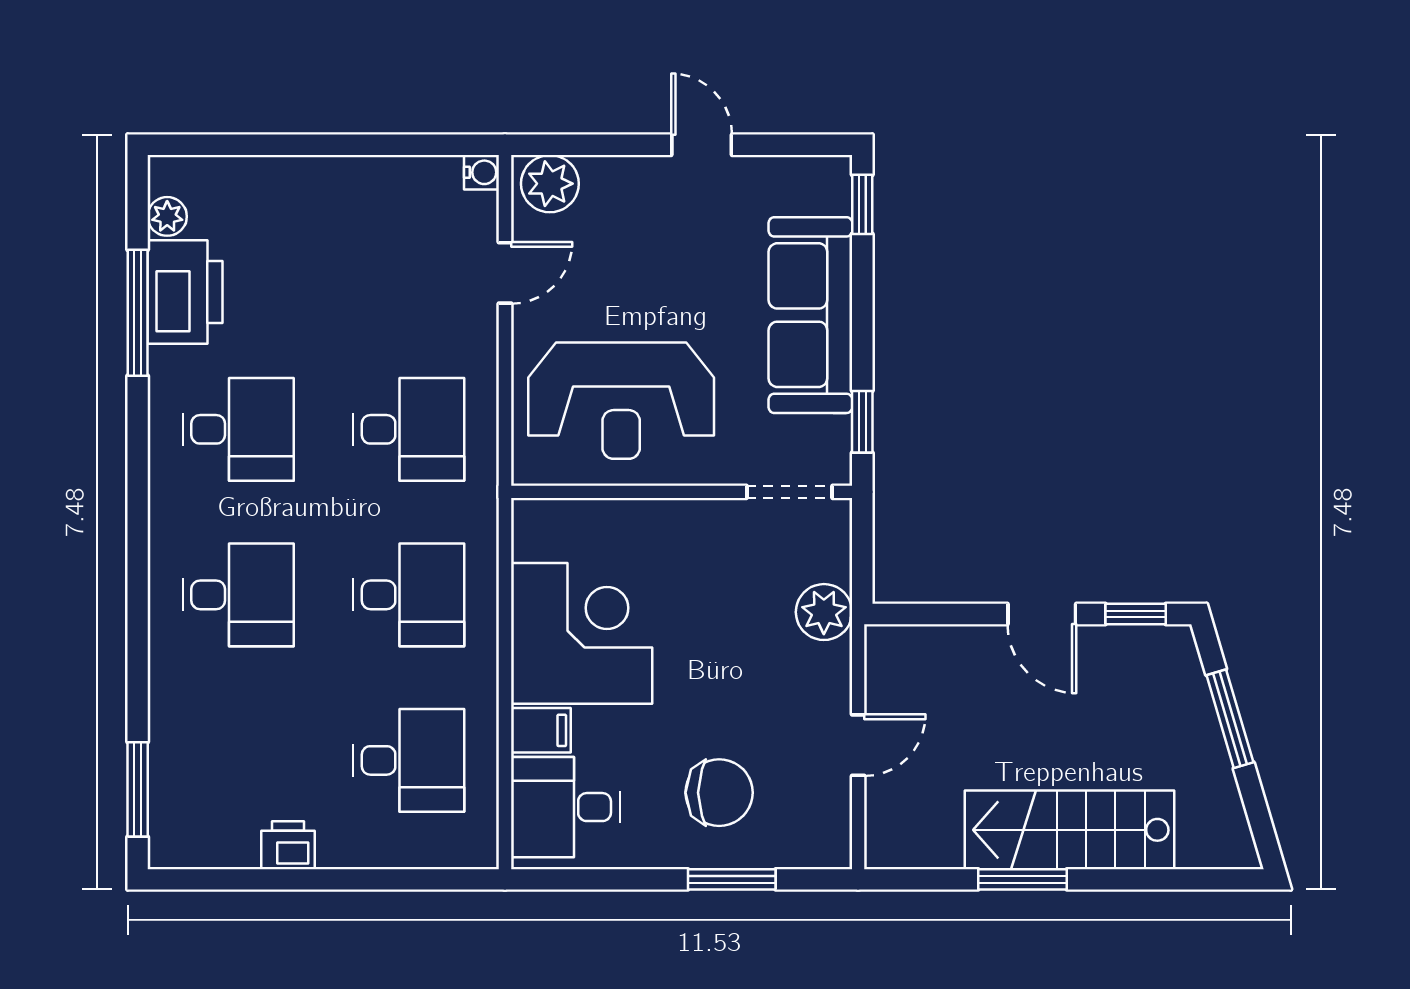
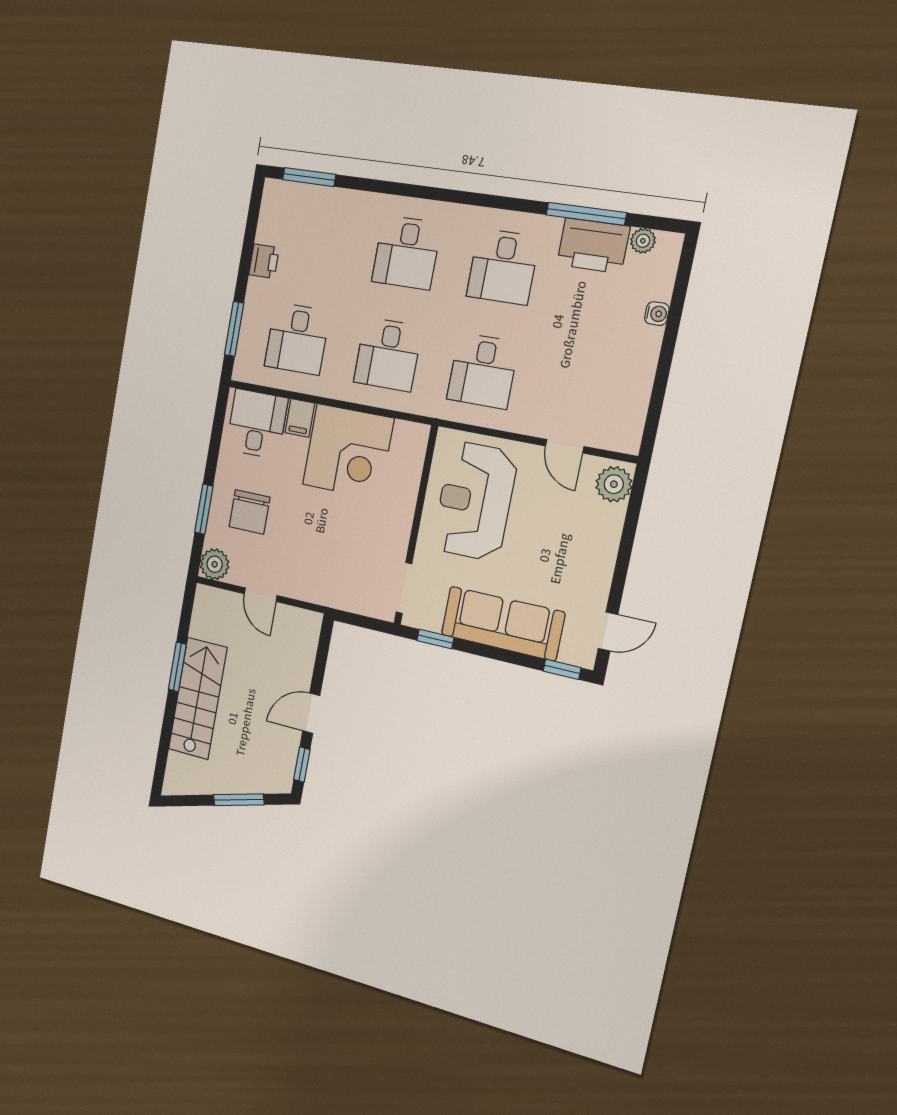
door: (702, 145) -> (608, 632), moved
water cooler: (481, 172) -> (657, 314), moved, turned -90
plant: (824, 612) -> (215, 564), moved
window: (411, 879) -> (234, 329), added

